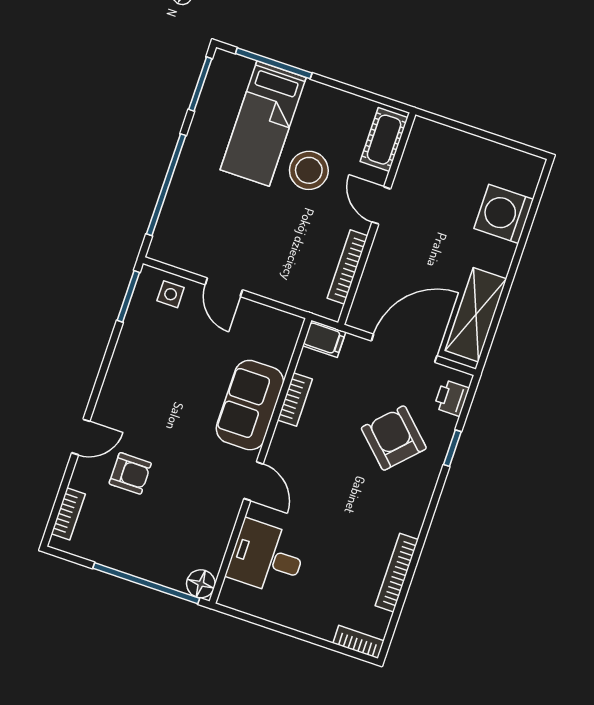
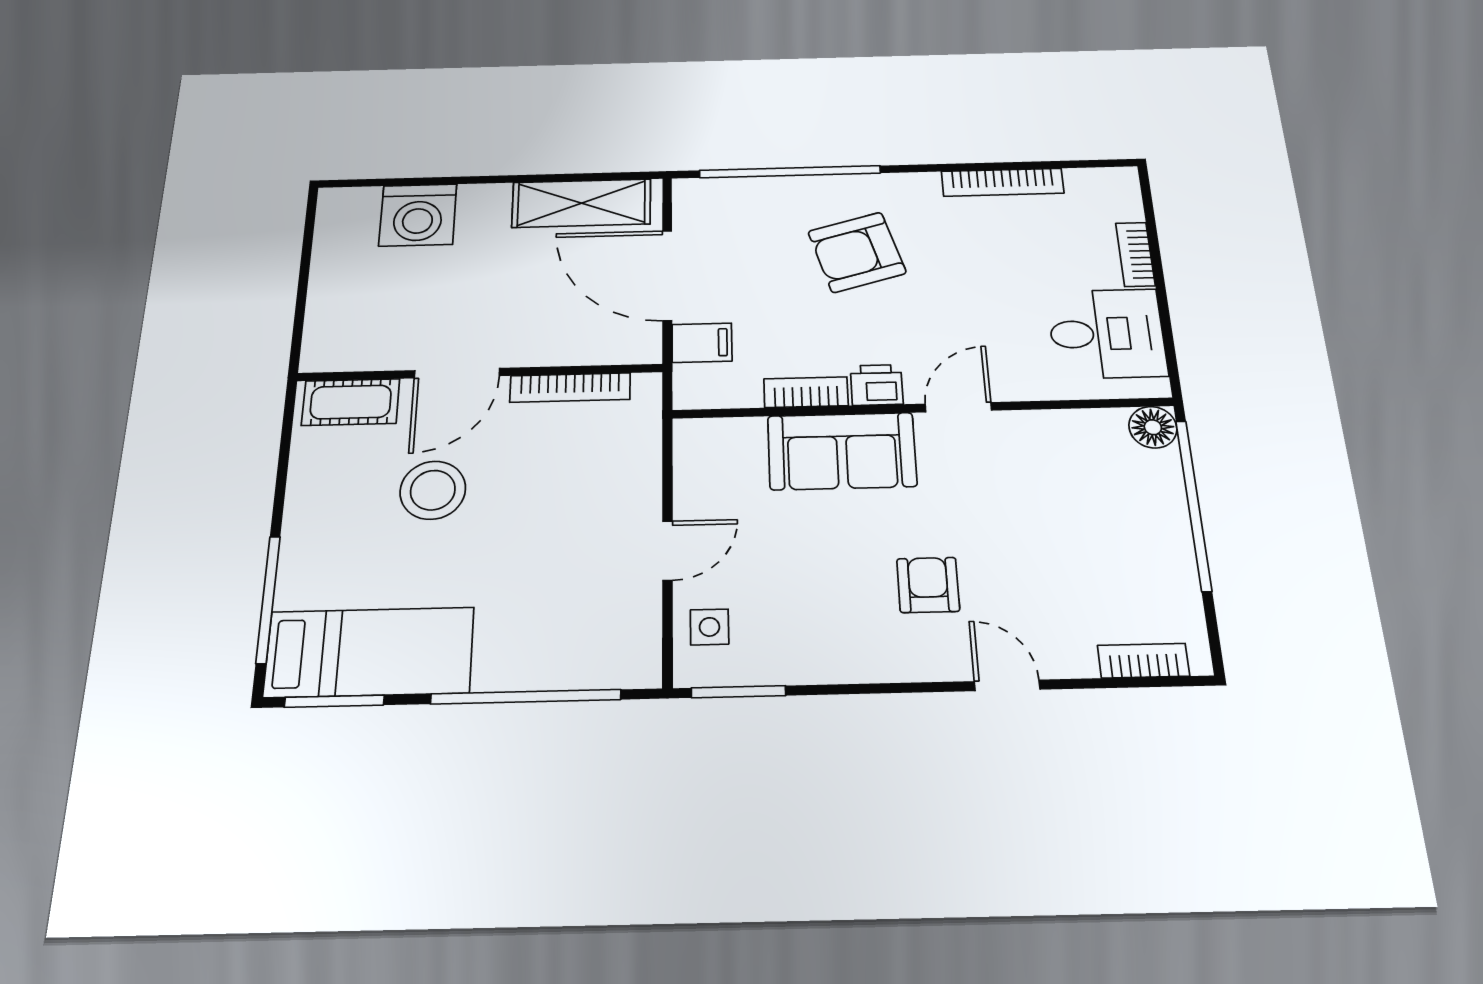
bed: (263, 124) -> (369, 652), moved
door: (381, 205) -> (457, 373), width x1.38
filing cabinet: (324, 339) -> (702, 343), moved, turned 90
printer: (452, 398) -> (877, 385), moved, turned 180
armchair: (394, 438) -> (857, 252), moved, turned 30
window: (452, 448) -> (790, 172), width x3.17
armchair: (130, 473) -> (928, 585), moved
desk: (267, 557) -> (1107, 334), moved, turned -90
bookcase: (359, 642) -> (1135, 254), moved

